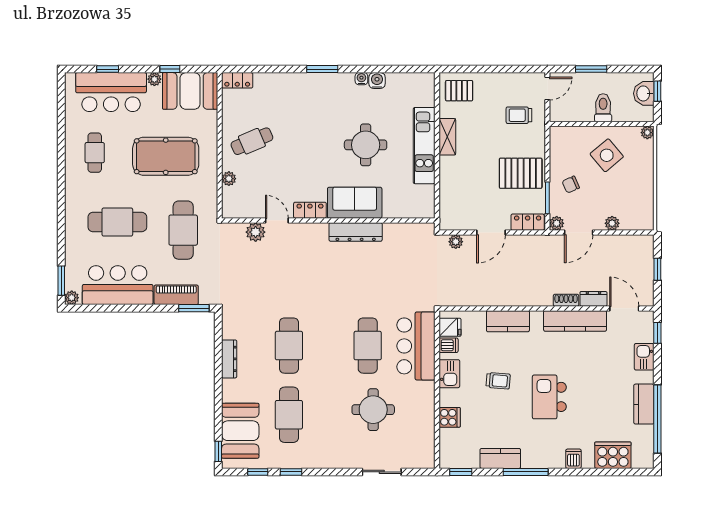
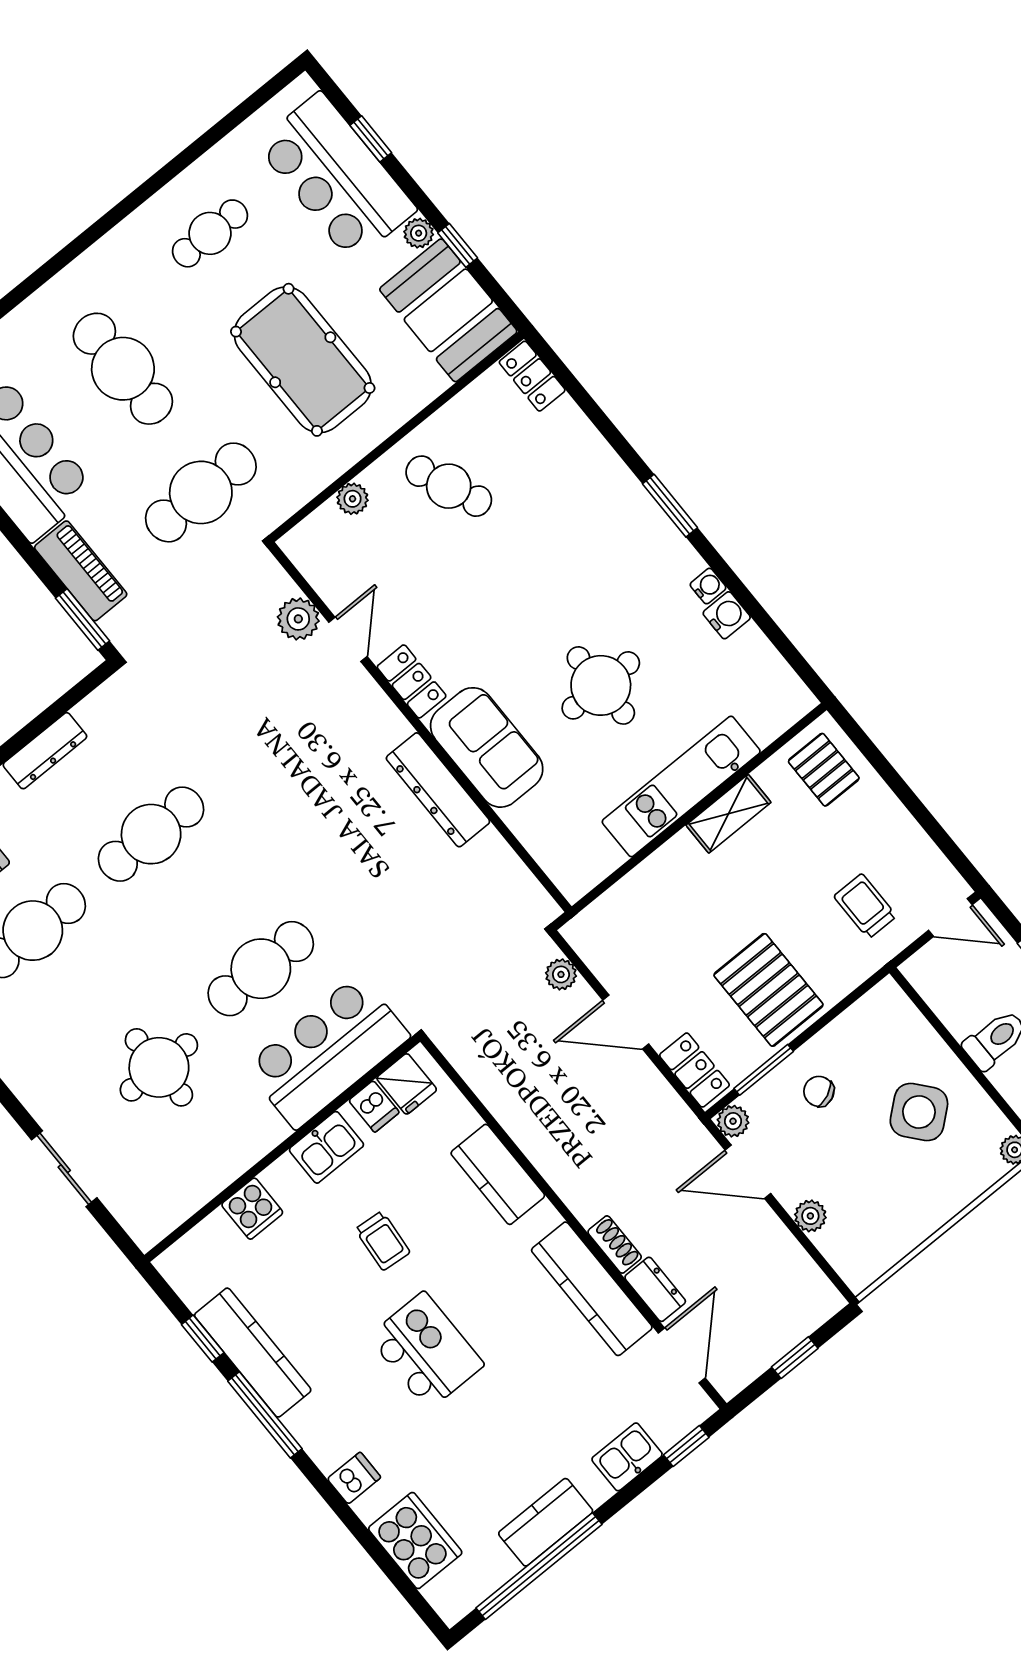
kitchen island: (549, 397) -> (426, 1351), turned 90
kitchen counter: (500, 458) -> (253, 1353), width x1.50
window: (461, 472) -> (203, 1339), moved

